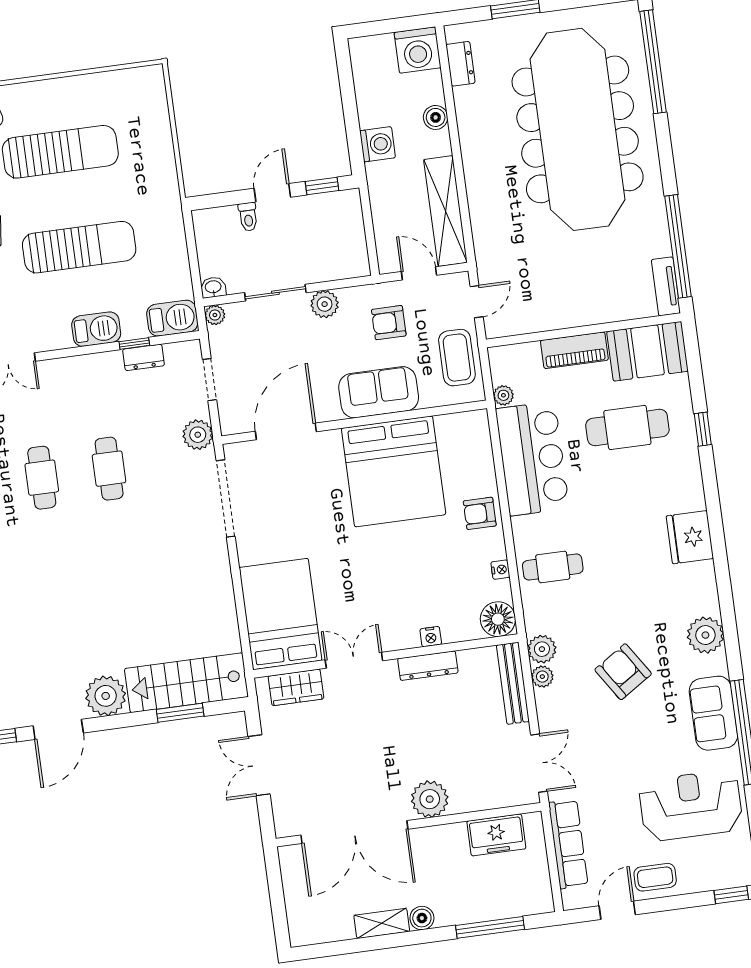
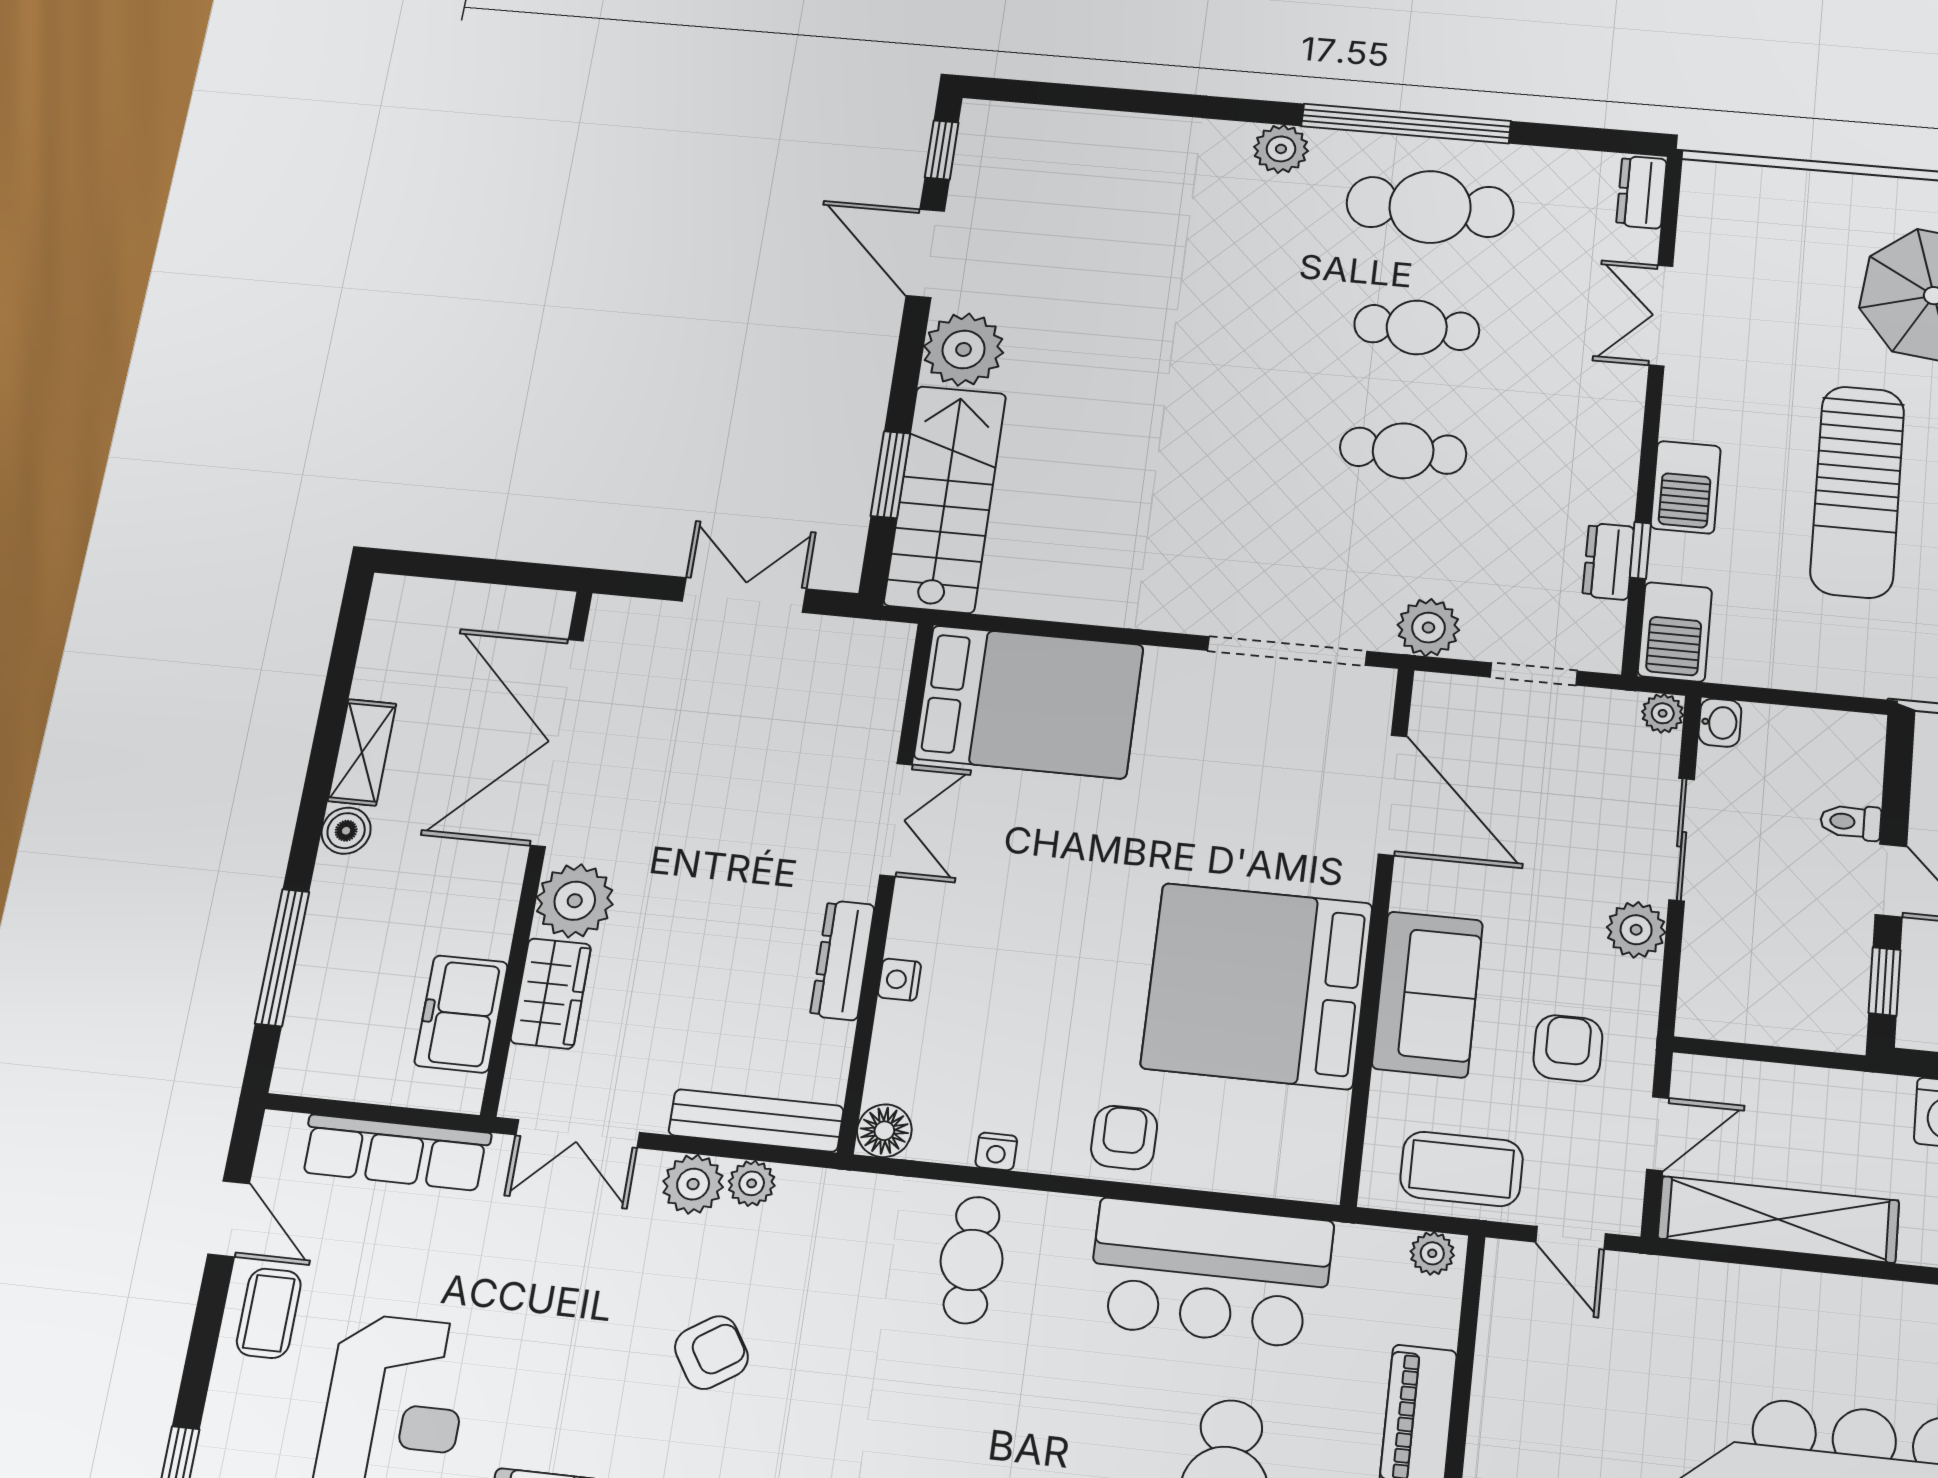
plant: (503, 395) -> (1432, 1253), moved
floor lamp: (498, 619) -> (884, 1131), width x0.73, depth x0.73
plant: (542, 649) -> (693, 1184), moved
armchair: (623, 672) -> (711, 1353), width x0.72, depth x0.72
wardrobe: (296, 687) -> (551, 993), moved, turned 180

